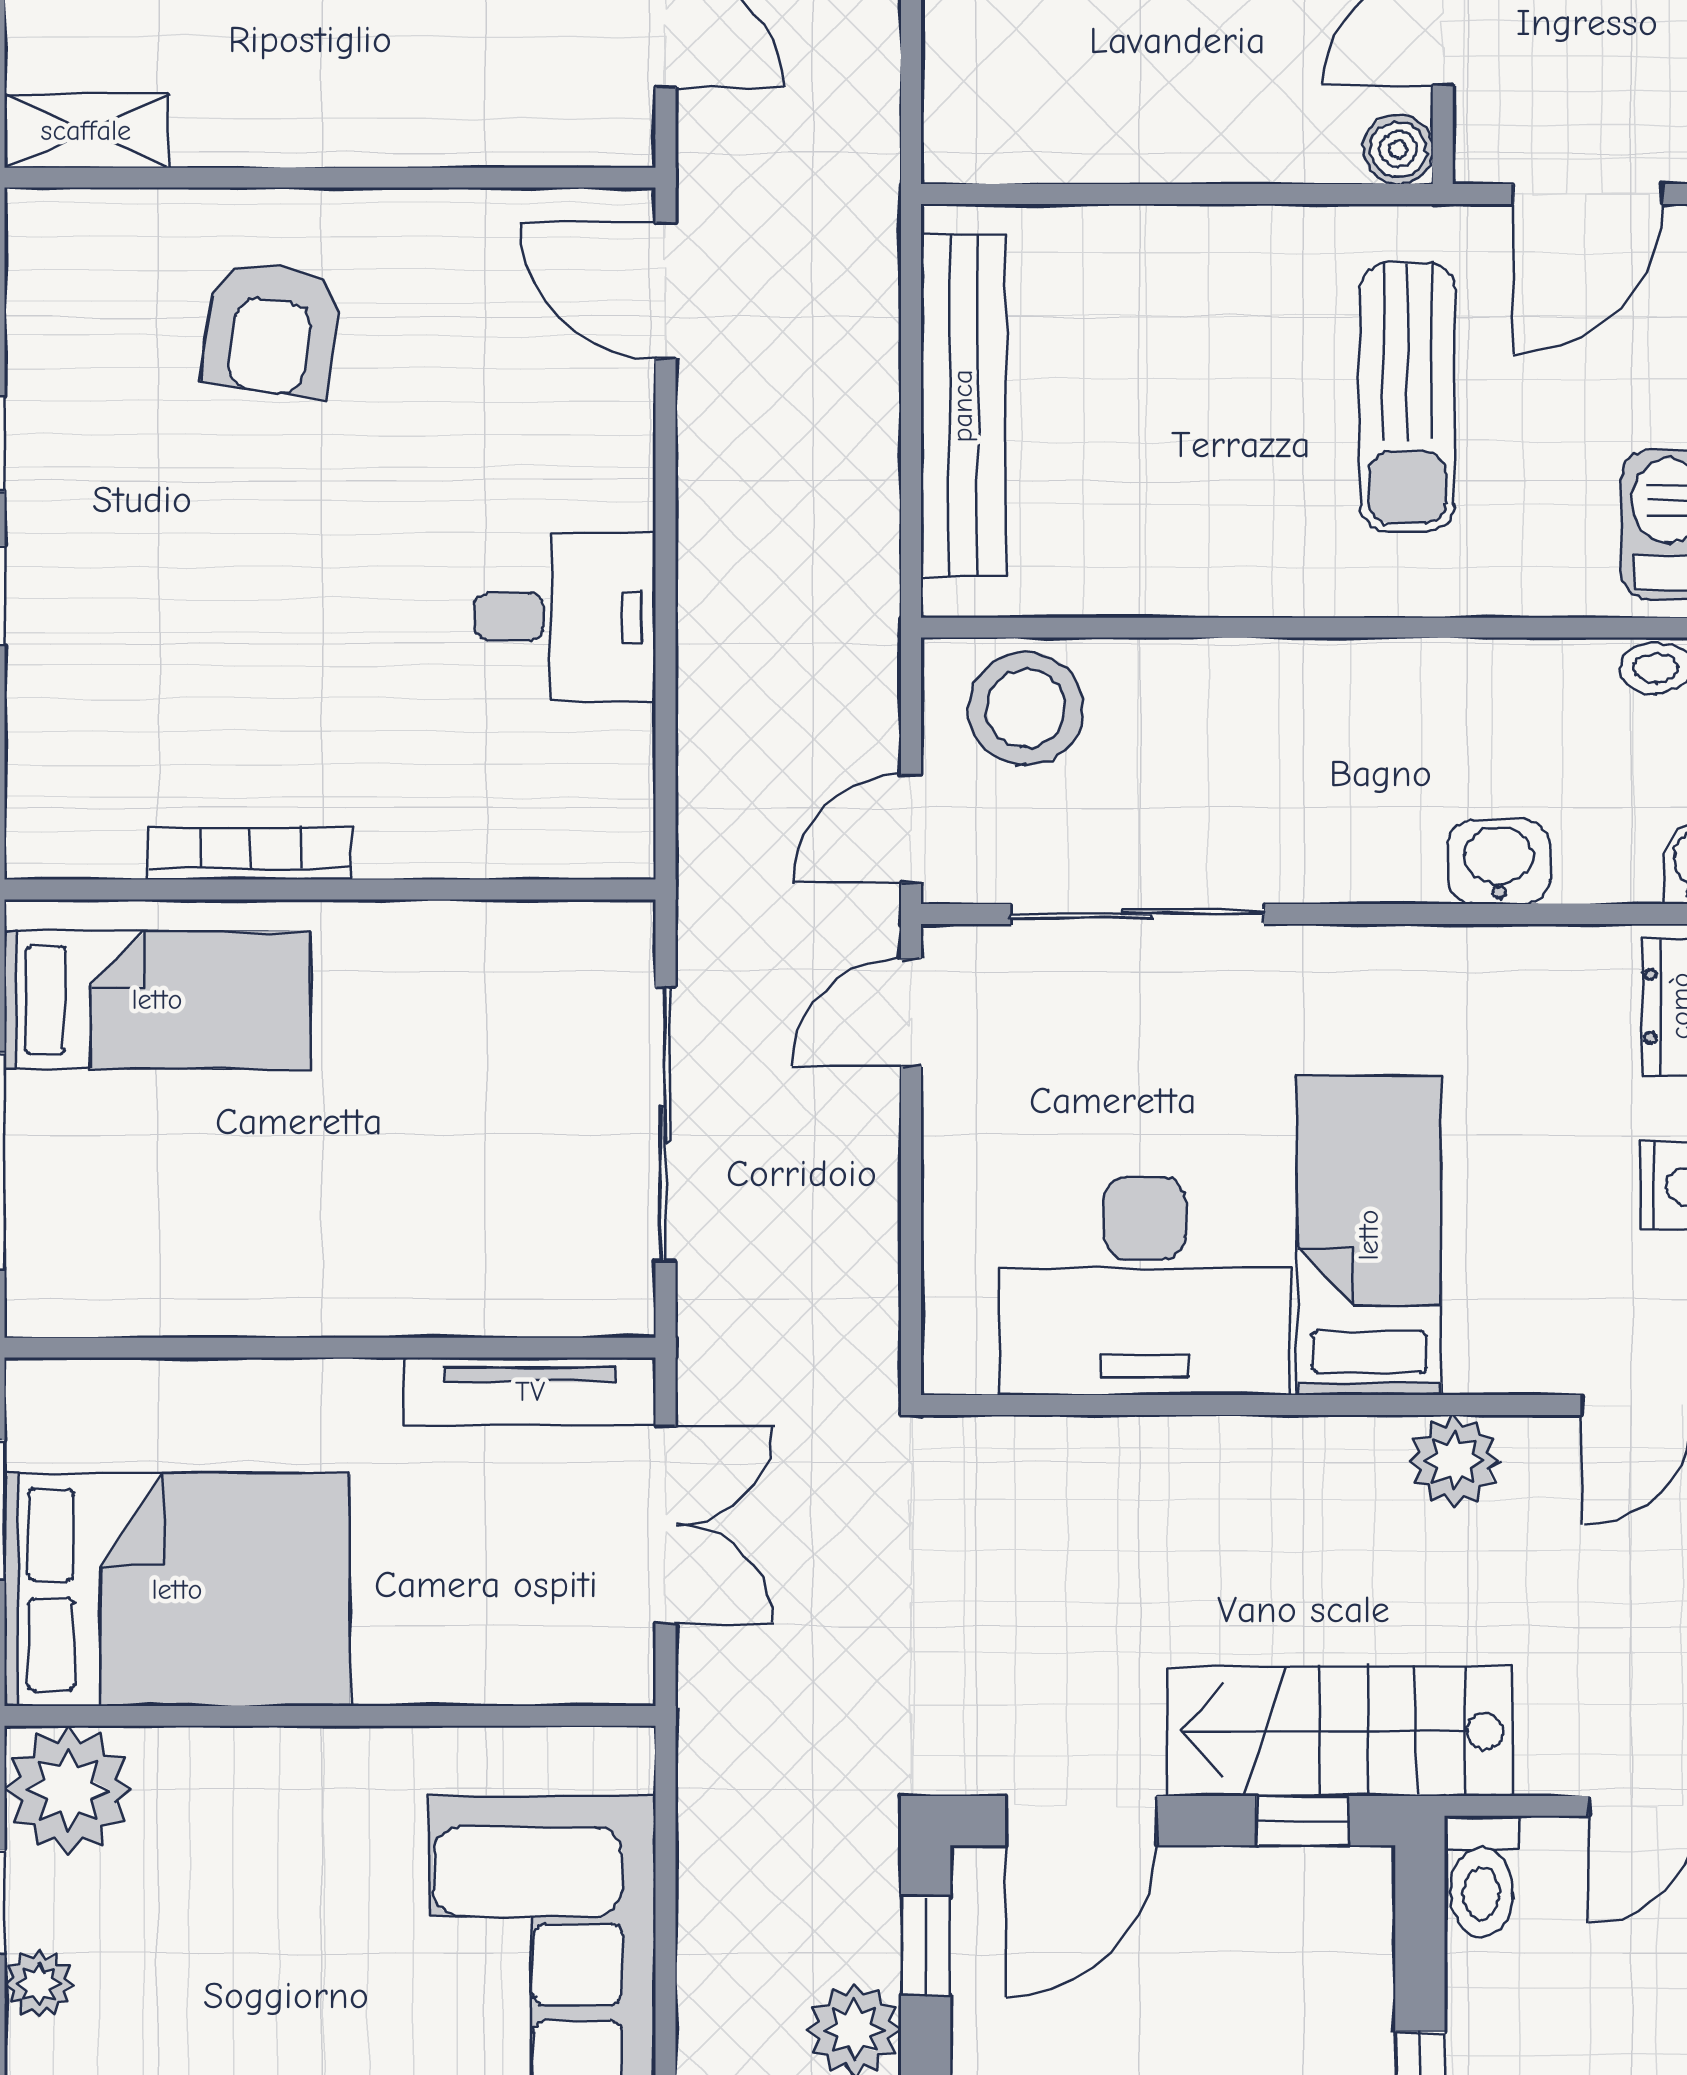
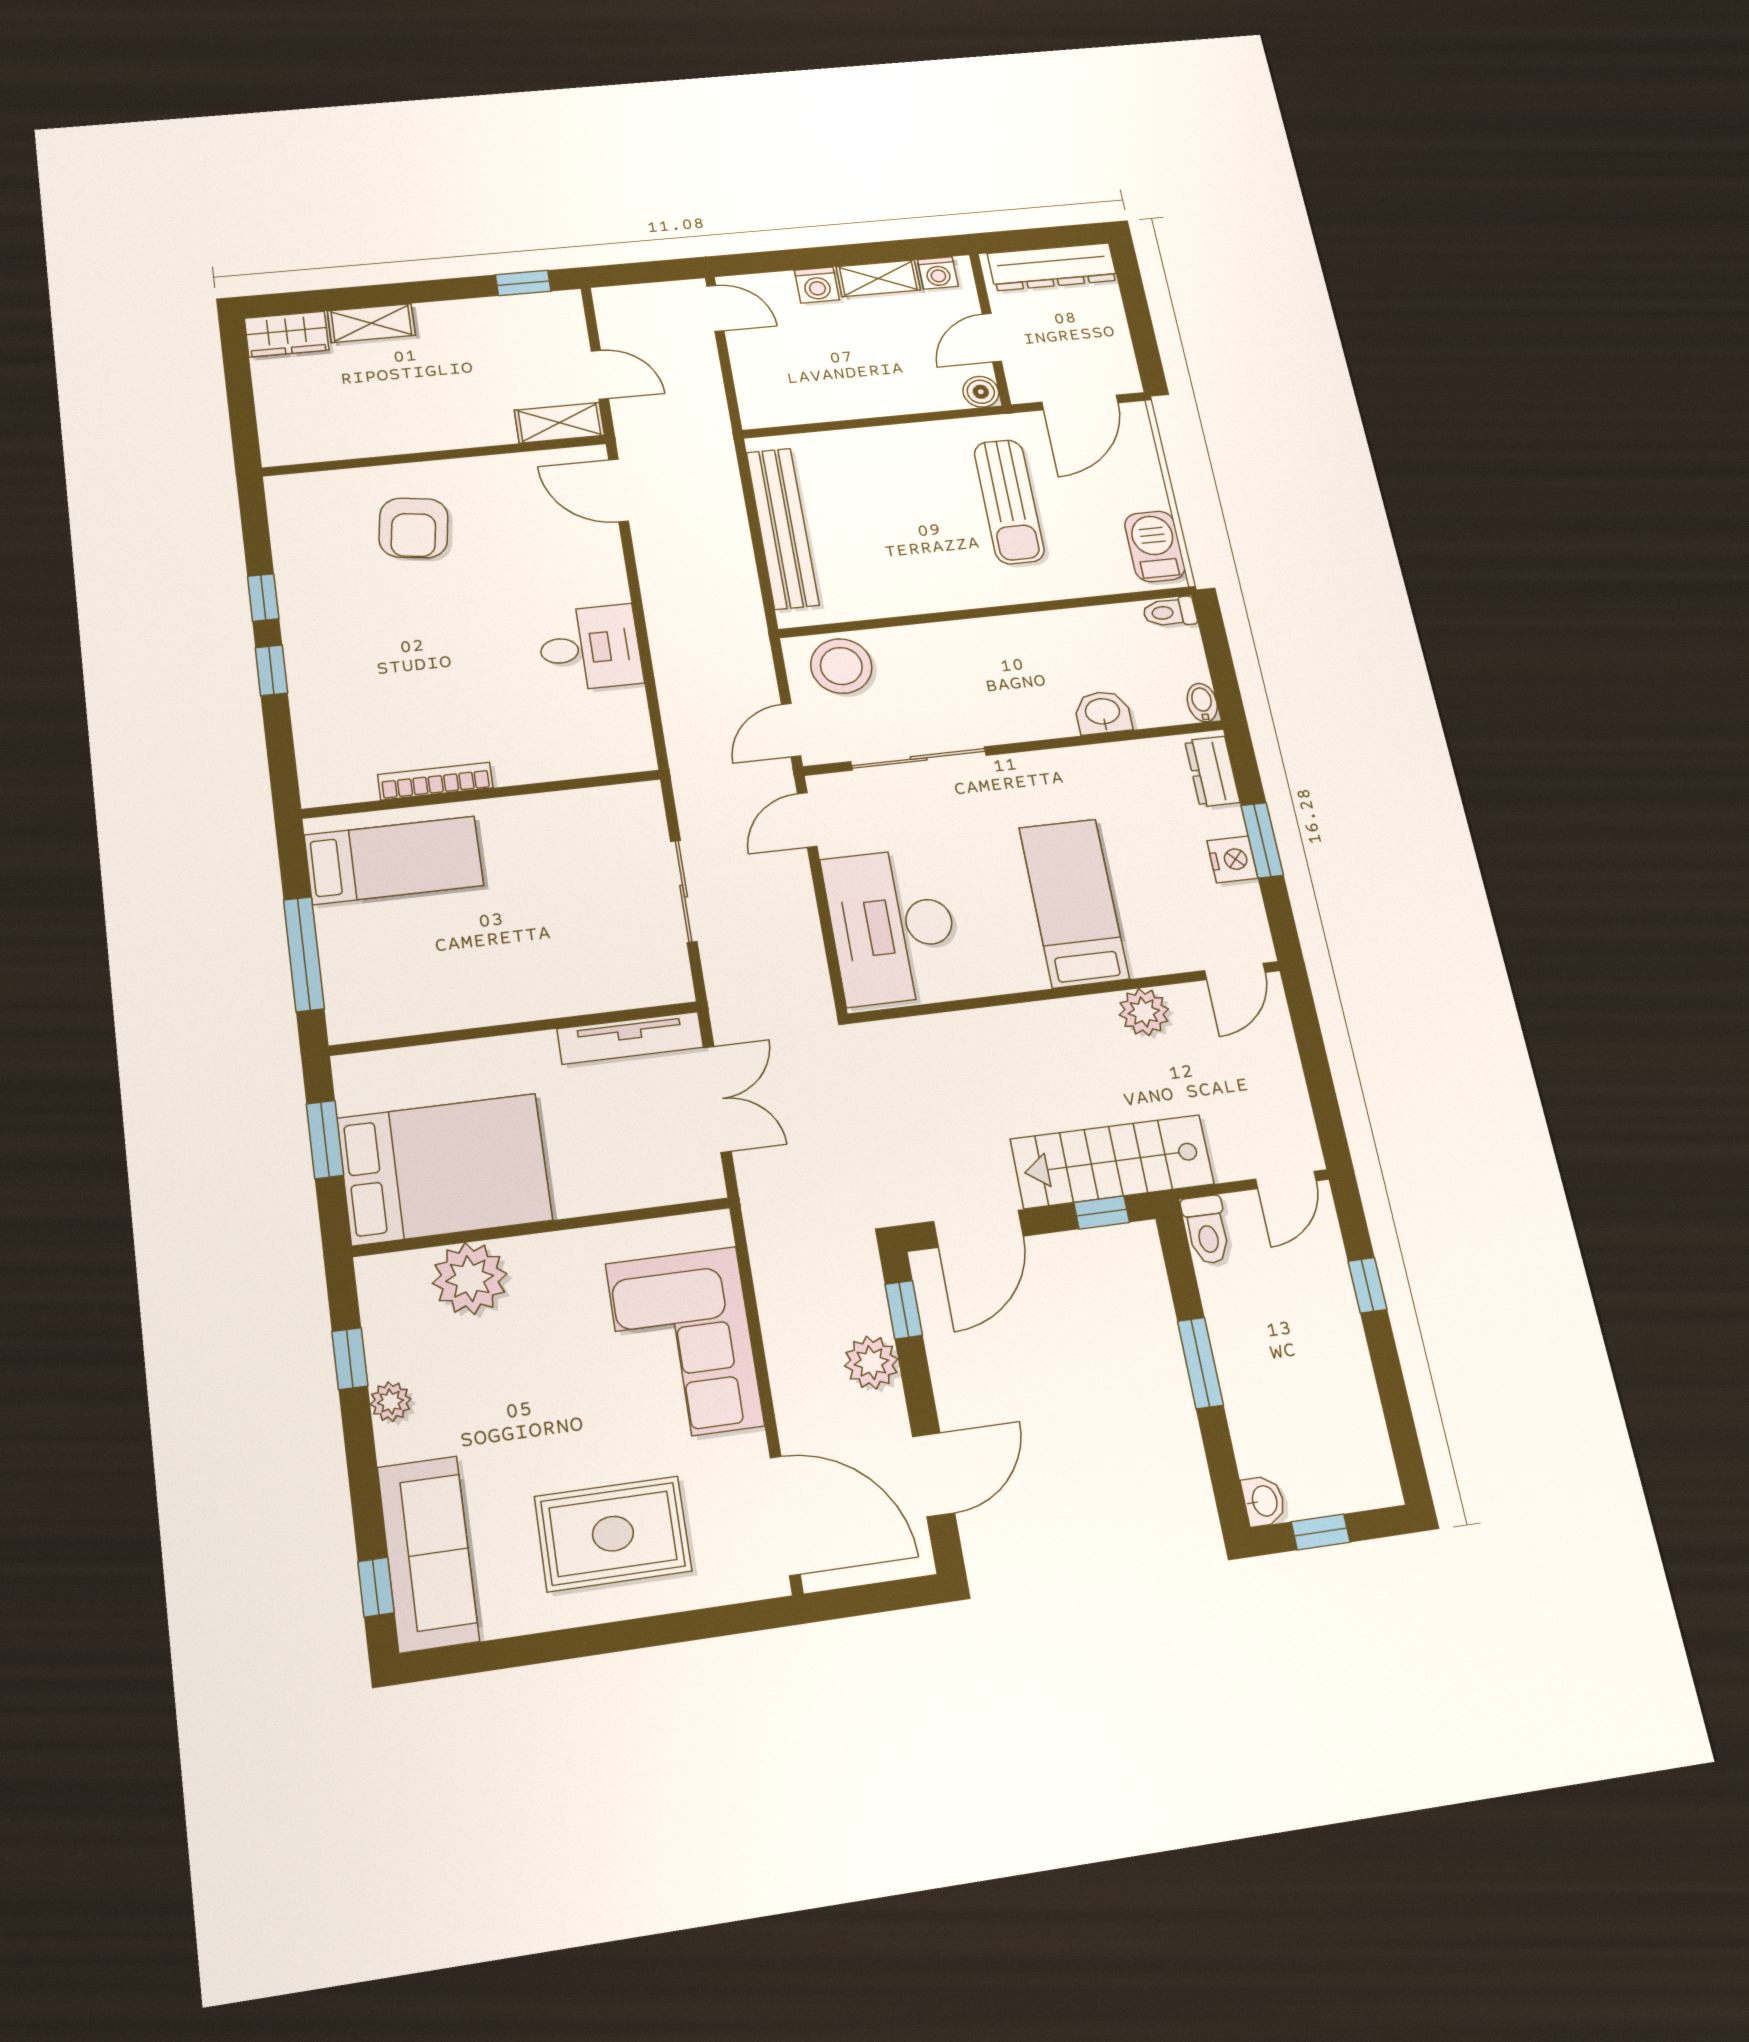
shelving: (86, 131) -> (559, 423), moved
sliding door: (665, 1124) -> (684, 891), width x0.73
desk: (1145, 1286) -> (892, 926), moved, turned 90
plant: (68, 1790) -> (470, 1278), moved

